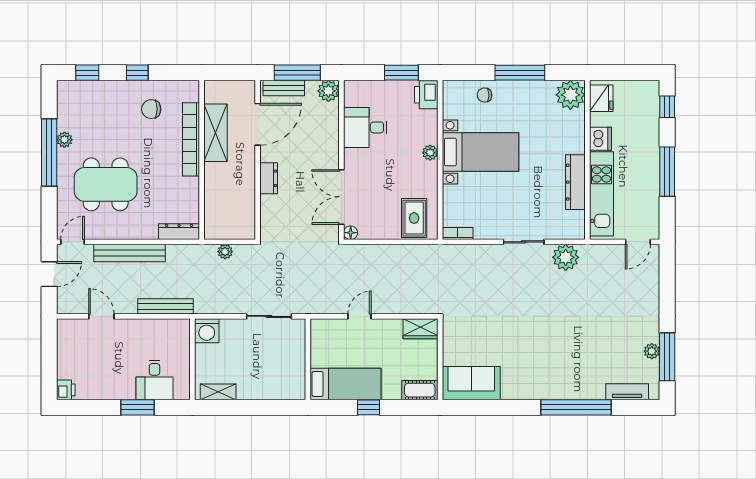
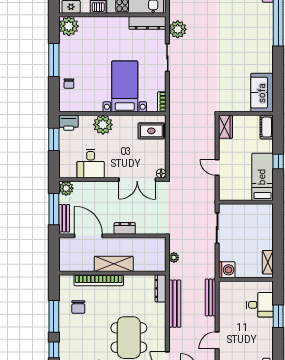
window: (137, 73) -> (54, 316), width x2.17
shelving: (215, 133) -> (114, 264), moved
bed with nightstands: (480, 152) -> (125, 86), moved
plant: (430, 153) -> (103, 125), width x1.87, depth x1.87
dresser: (575, 182) -> (147, 23), moved
bench: (129, 253) -> (175, 304), moved

